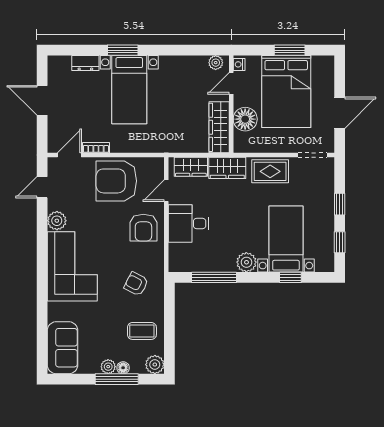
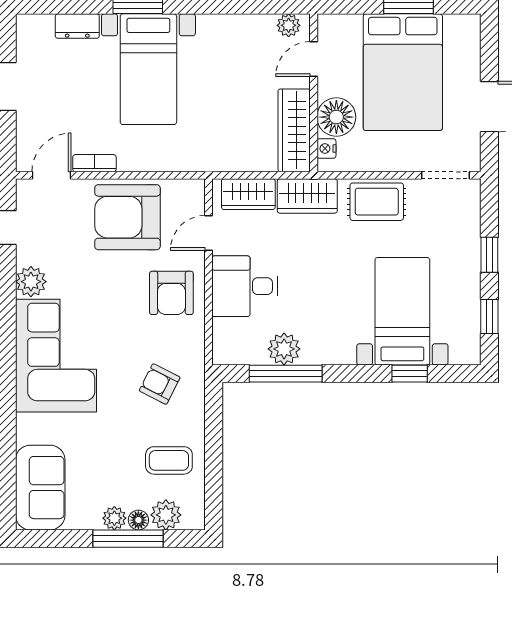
nightstand: (239, 64) -> (326, 149), moved
plant: (246, 262) -> (284, 349), moved
plant: (155, 365) -> (166, 515), moved

